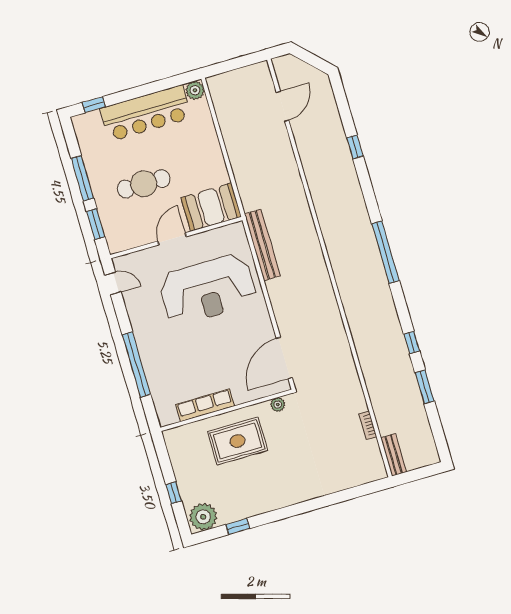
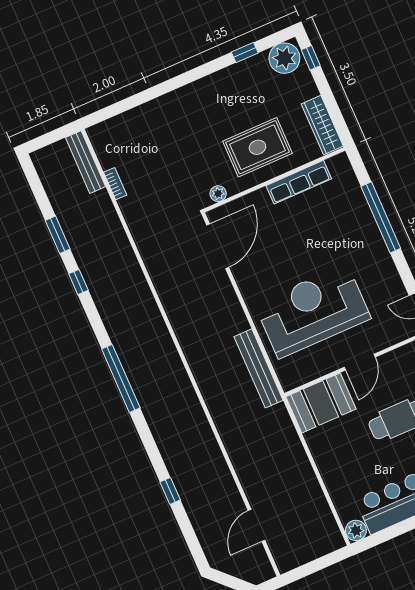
wardrobe: (178, 453) -> (322, 125), added
bench: (394, 455) -> (86, 162), width x1.36
window: (174, 493) -> (311, 58), moved

